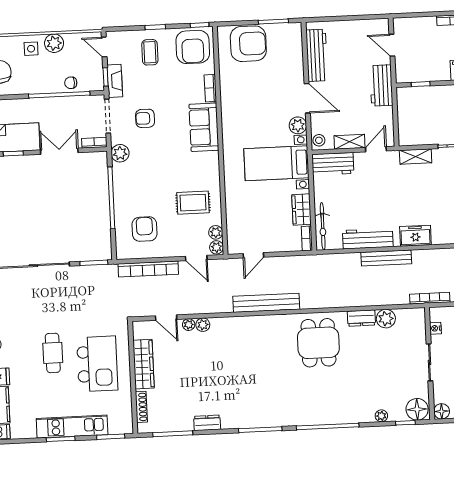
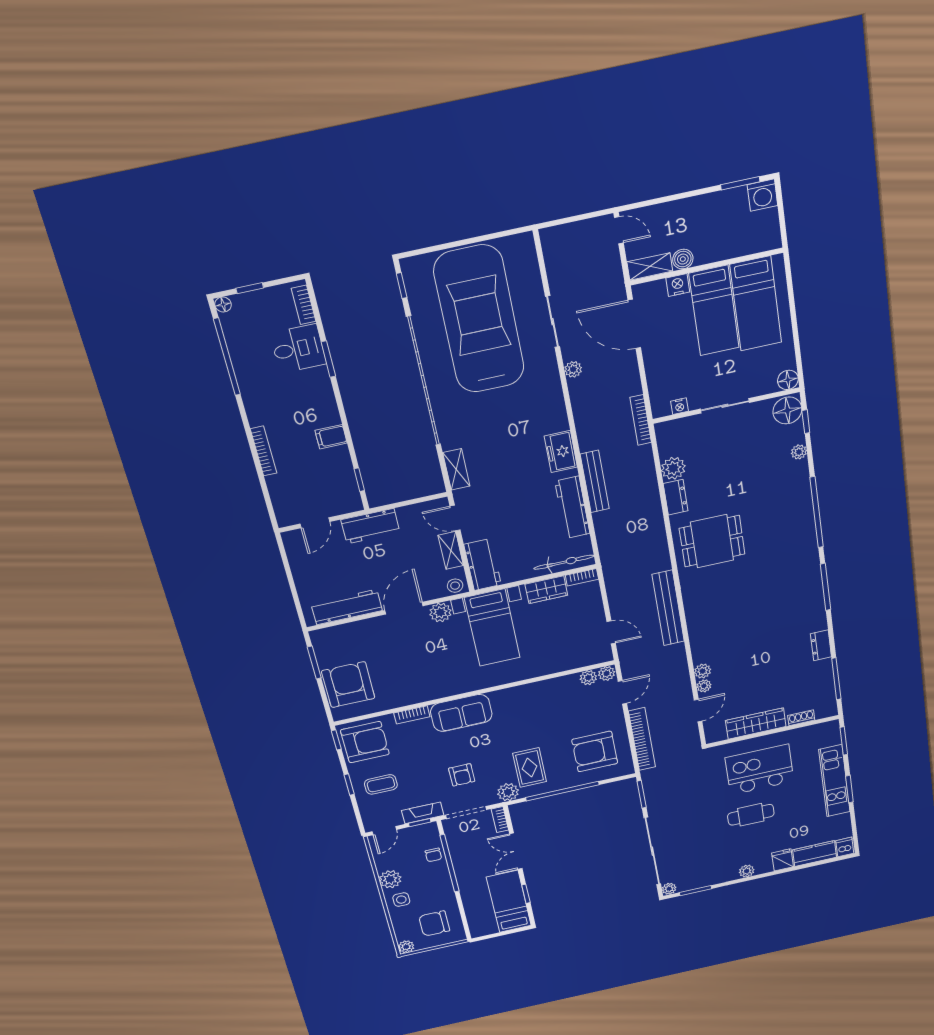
rug: (193, 203) -> (530, 767), moved
armchair: (145, 229) -> (595, 751), width x1.36, depth x1.36
shoe rack: (141, 407) -> (801, 718), width x0.70

